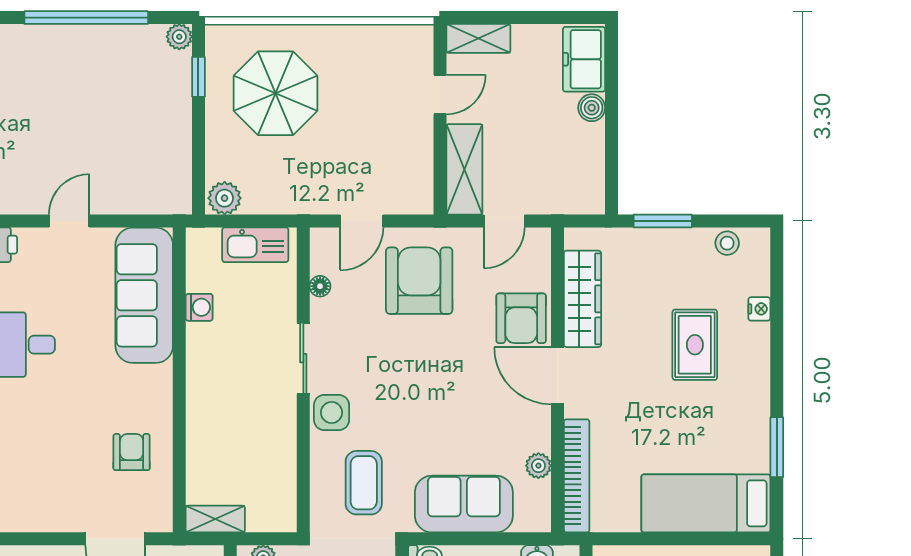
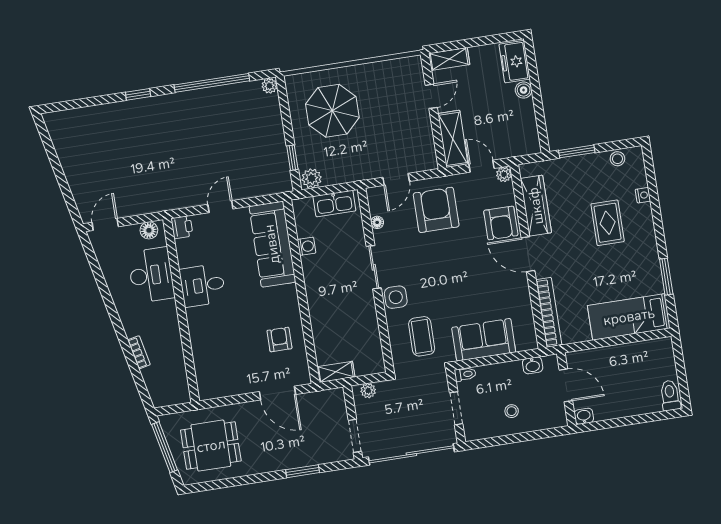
window: (198, 77) -> (292, 158), moved
door: (504, 221) -> (482, 166), swing flipped
plant: (538, 466) -> (504, 174), moved

